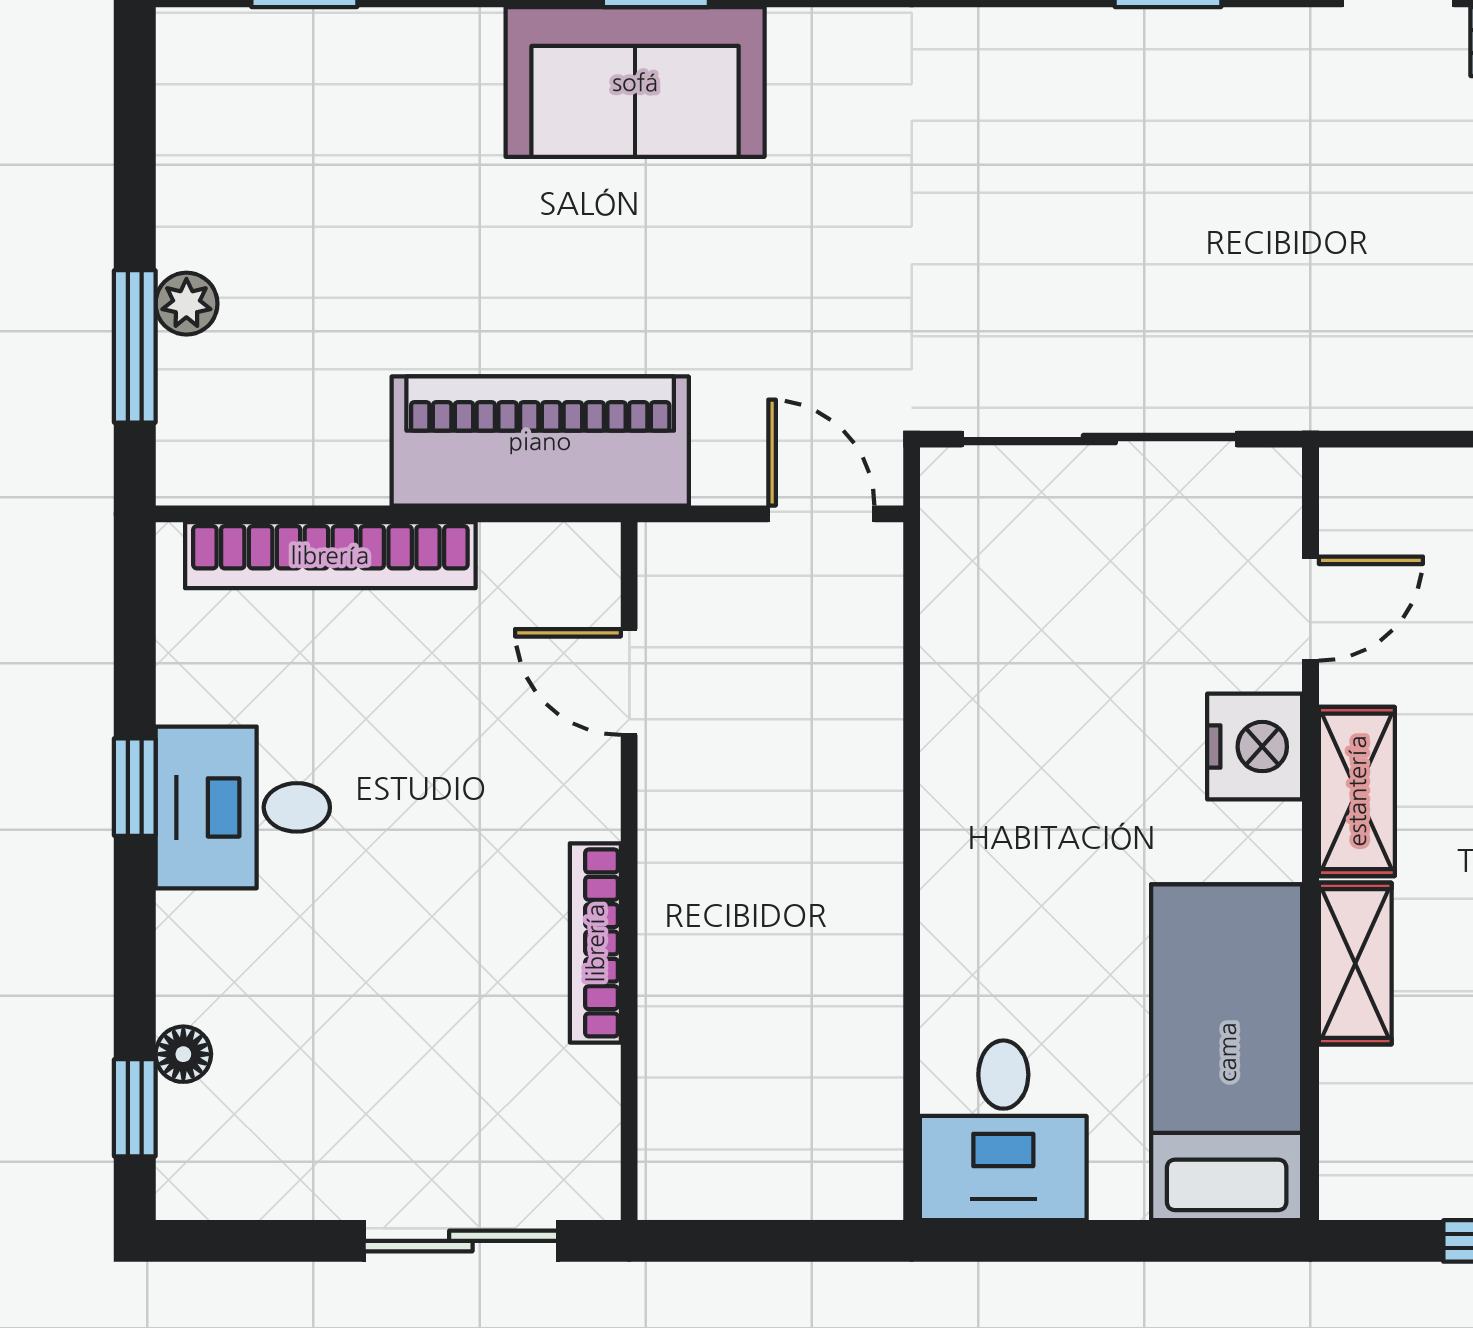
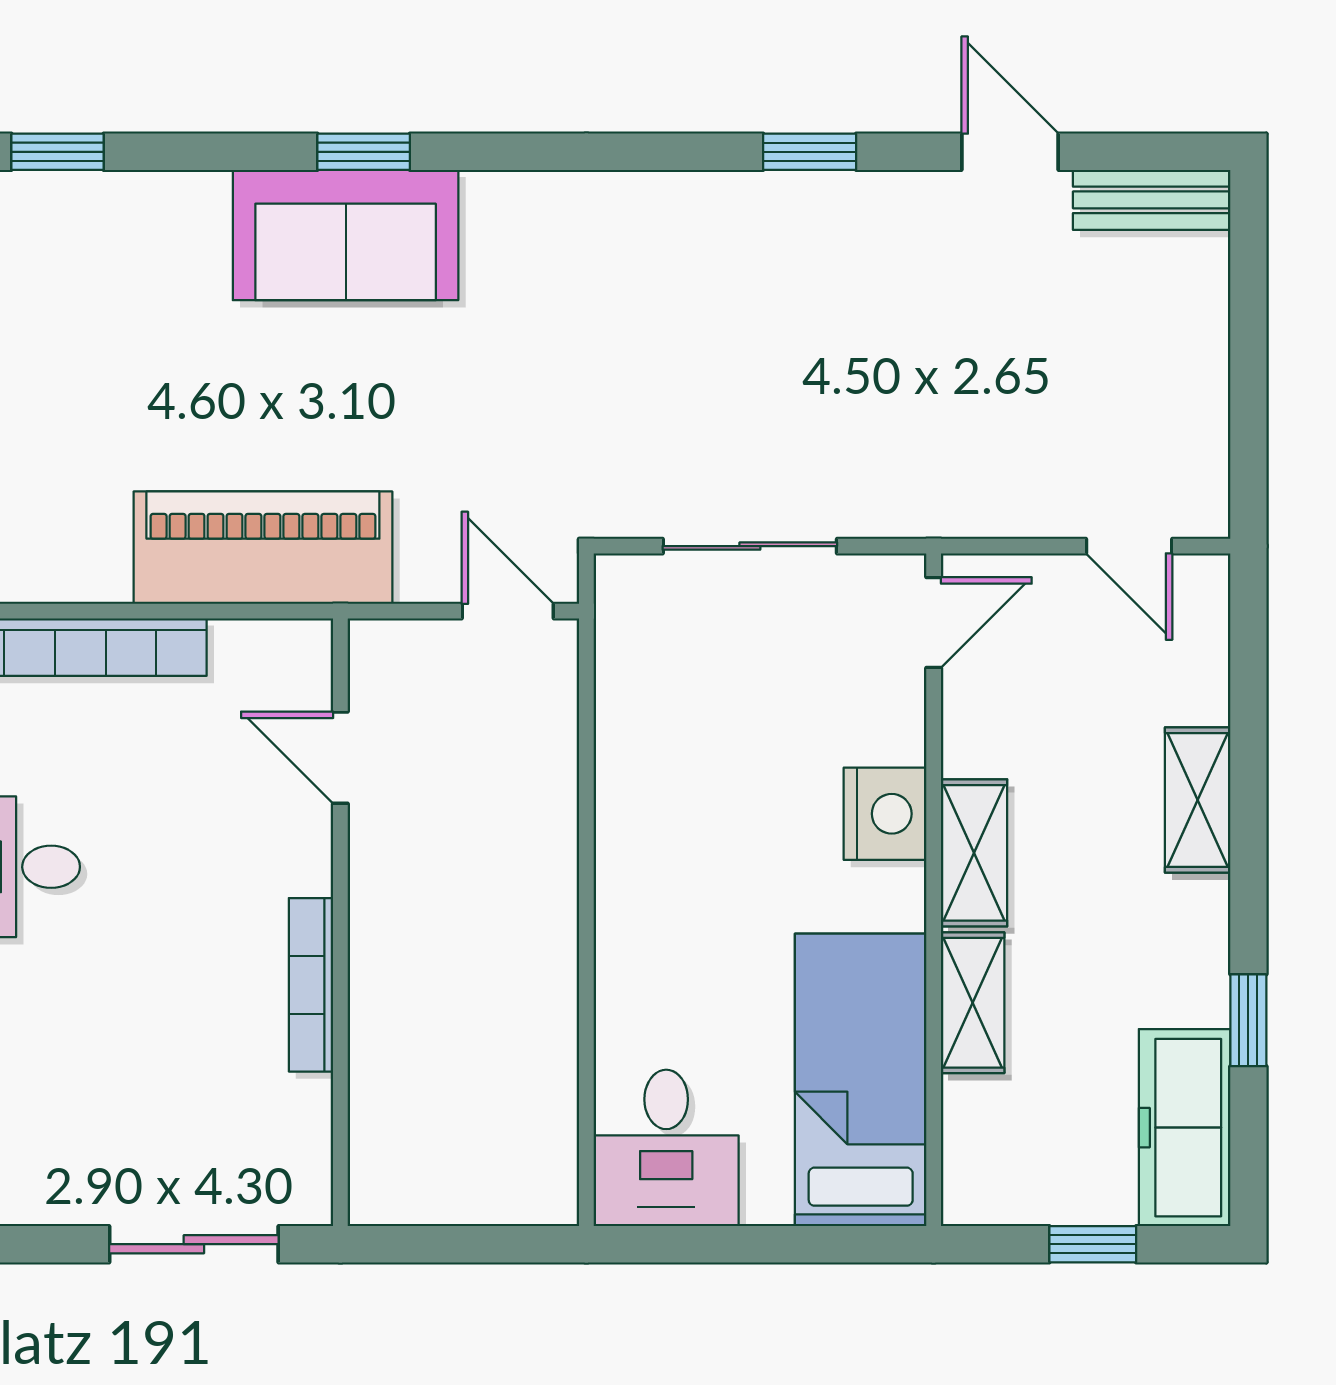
sliding door: (1099, 439) -> (750, 546), width x0.73
door: (1310, 609) -> (934, 623), moved

